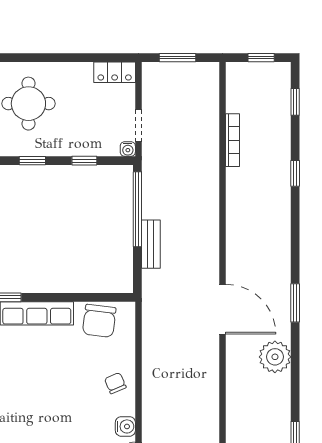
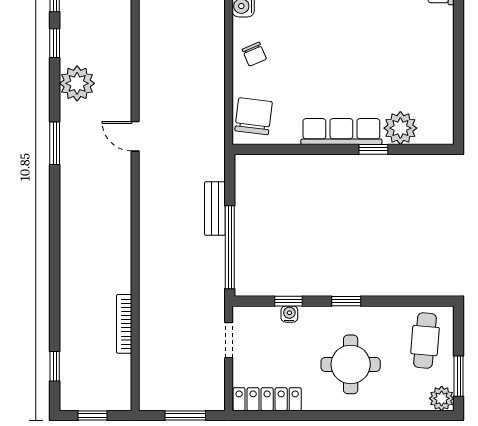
locker: (115, 72) -> (267, 399), width x1.53
water cooler: (128, 149) -> (289, 314), moved
window: (295, 173) -> (55, 43), moved
door: (223, 309) -> (135, 136), width x0.53
chair: (99, 321) -> (254, 116), moved

